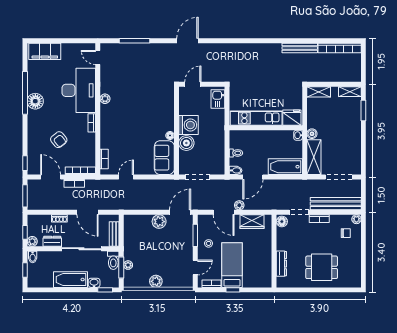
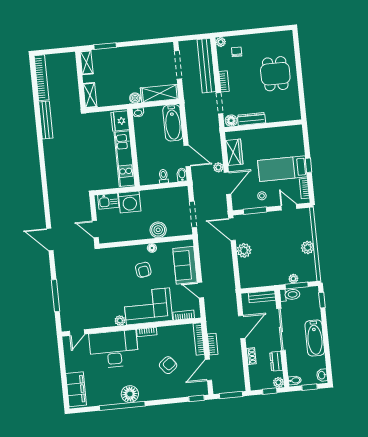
armchair: (150, 125) -> (143, 270), added
washing machine: (188, 125) -> (130, 202), moved, turned 180
corner sofa: (116, 126) -> (148, 306), added
sofa: (164, 158) -> (185, 265), moved, turned 90
dresser: (281, 264) -> (251, 119), moved
washbasin: (94, 283) -> (322, 375), moved

